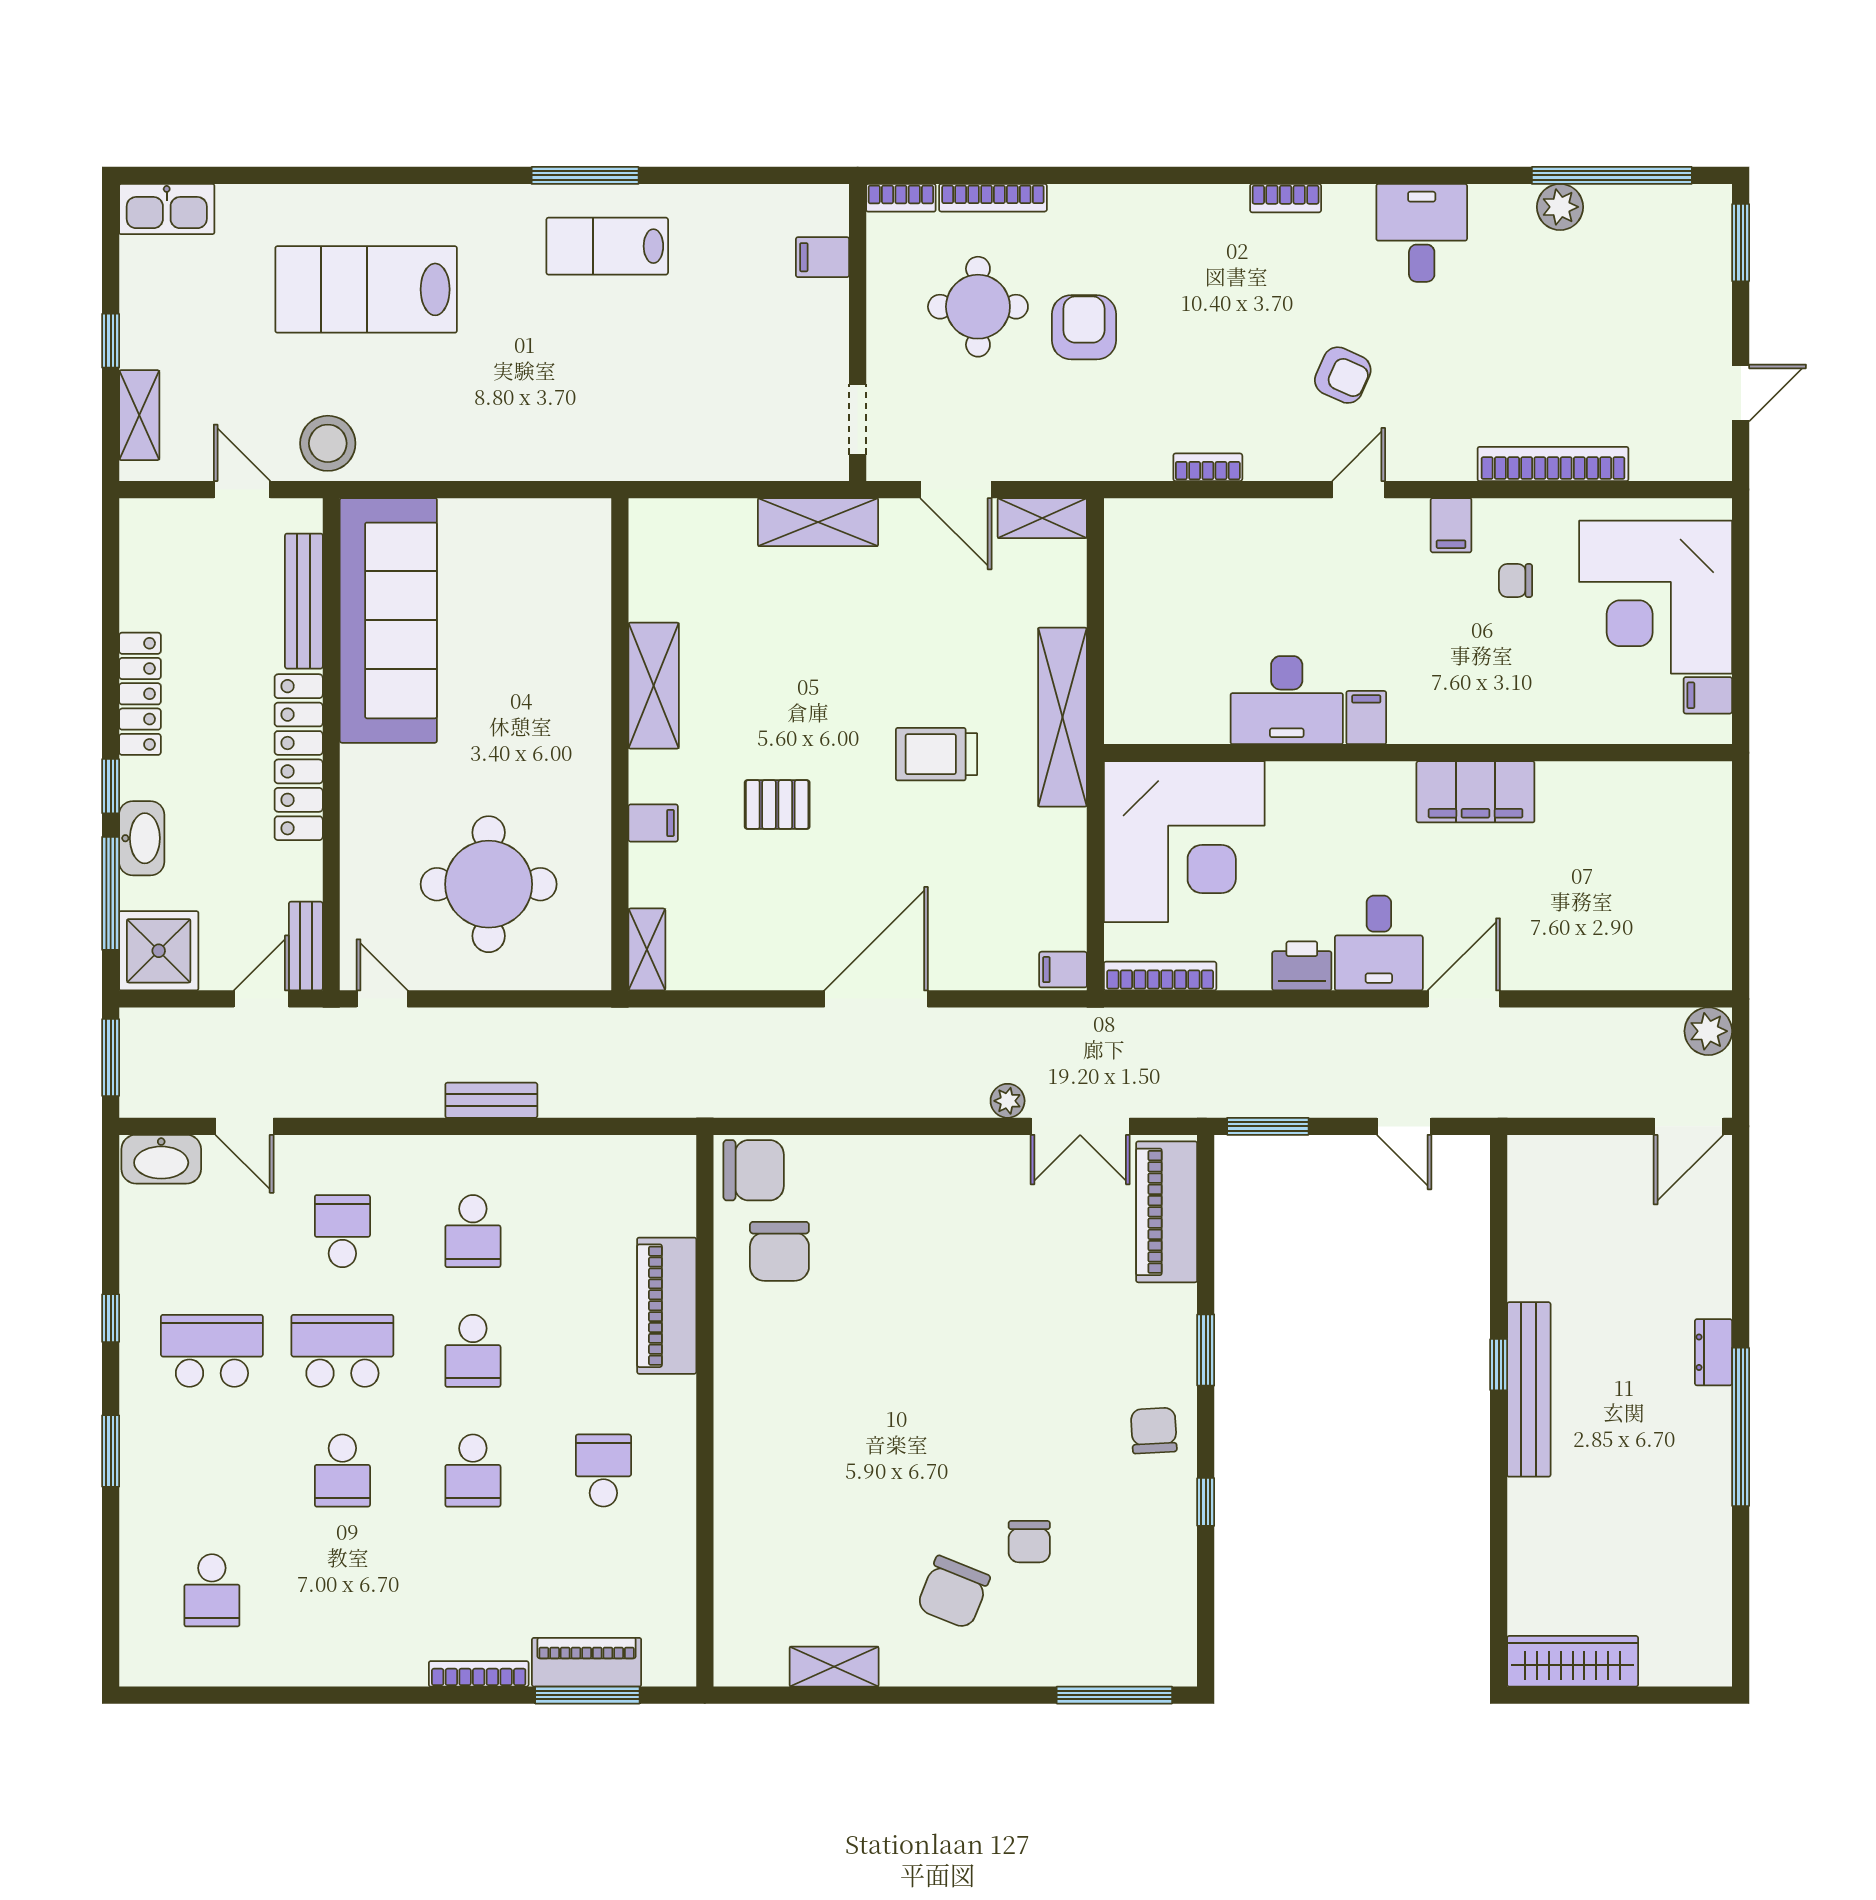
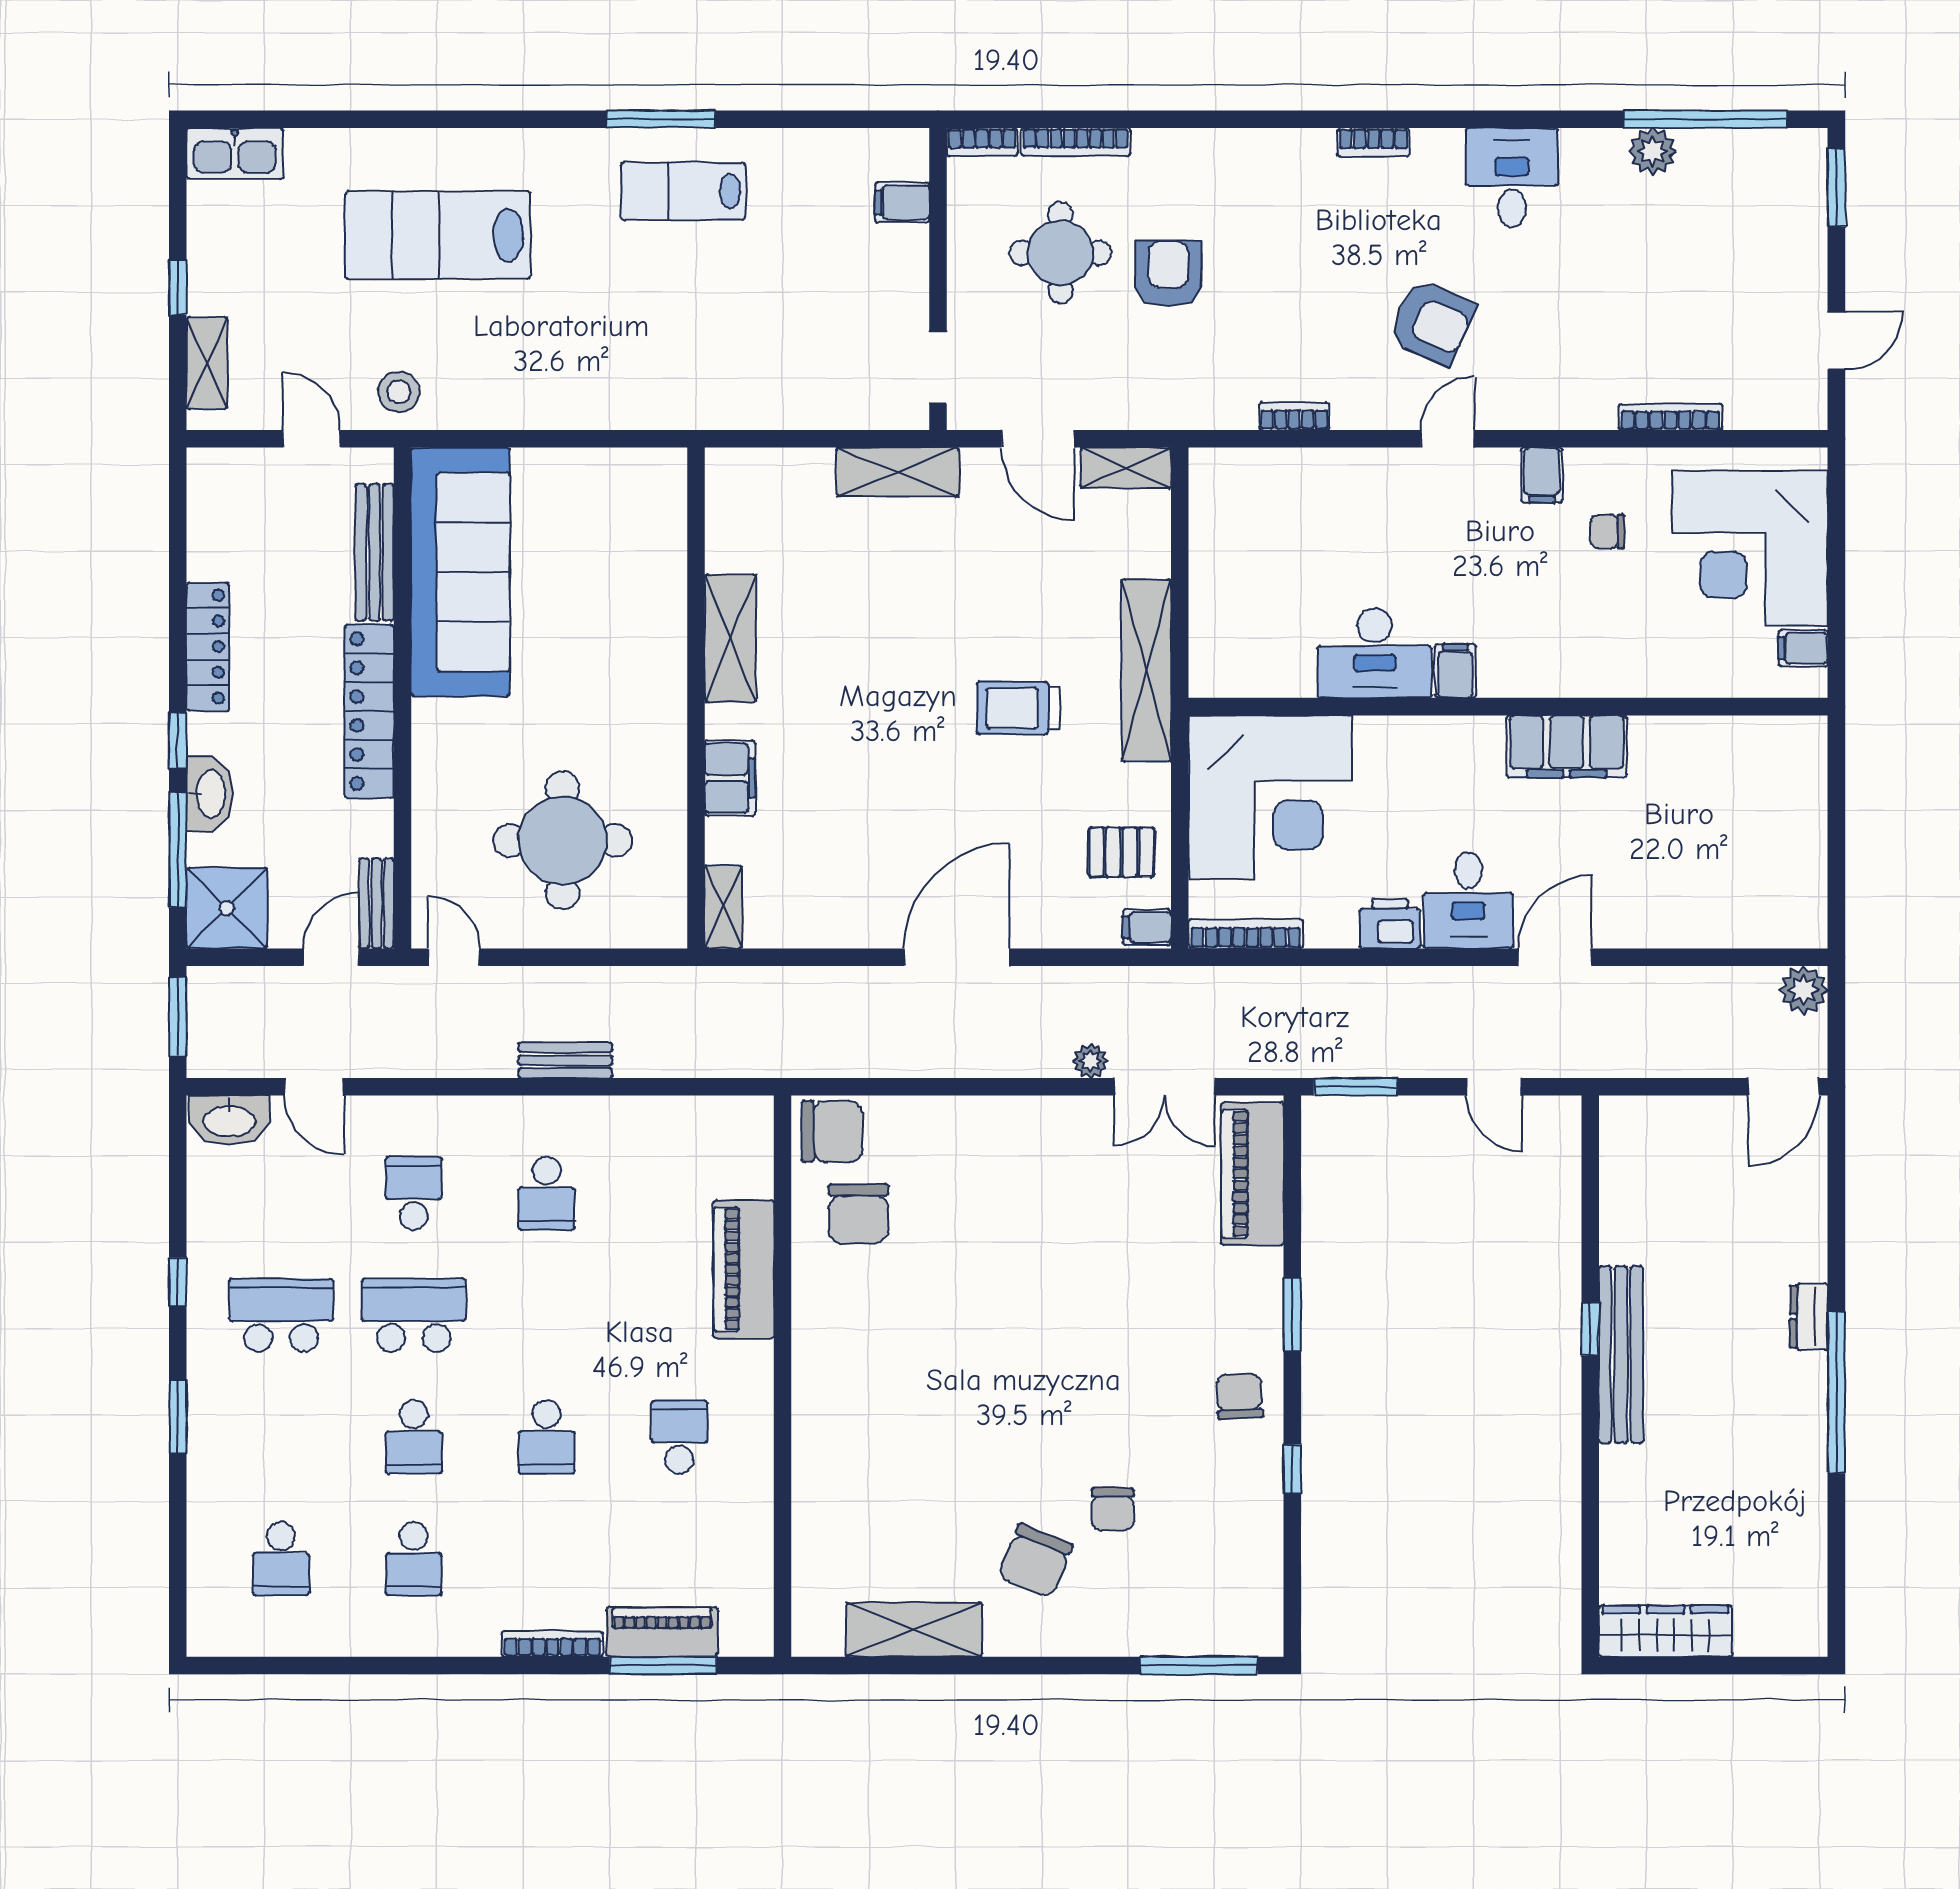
armchair: (1343, 375) -> (1432, 322), width x1.38, depth x1.38
stool: (328, 443) -> (399, 392), width x0.73, depth x0.73
bookcase: (1553, 464) -> (1670, 417), width x0.68, depth x0.76
pallet: (777, 805) -> (1121, 852), moved
filing cabinet: (653, 823) -> (730, 778), width x2.00
school desk: (473, 1351) -> (414, 1559), moved
shelving: (834, 1667) -> (914, 1630), width x1.50, depth x1.33

